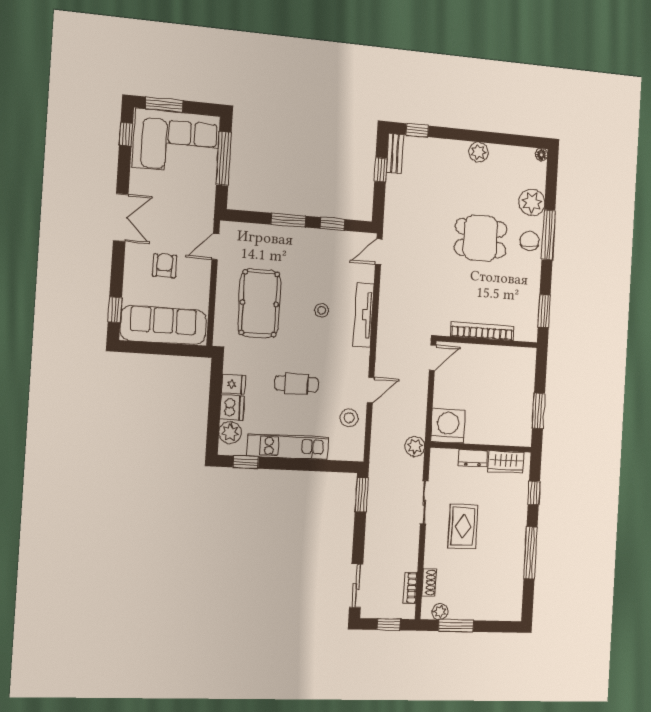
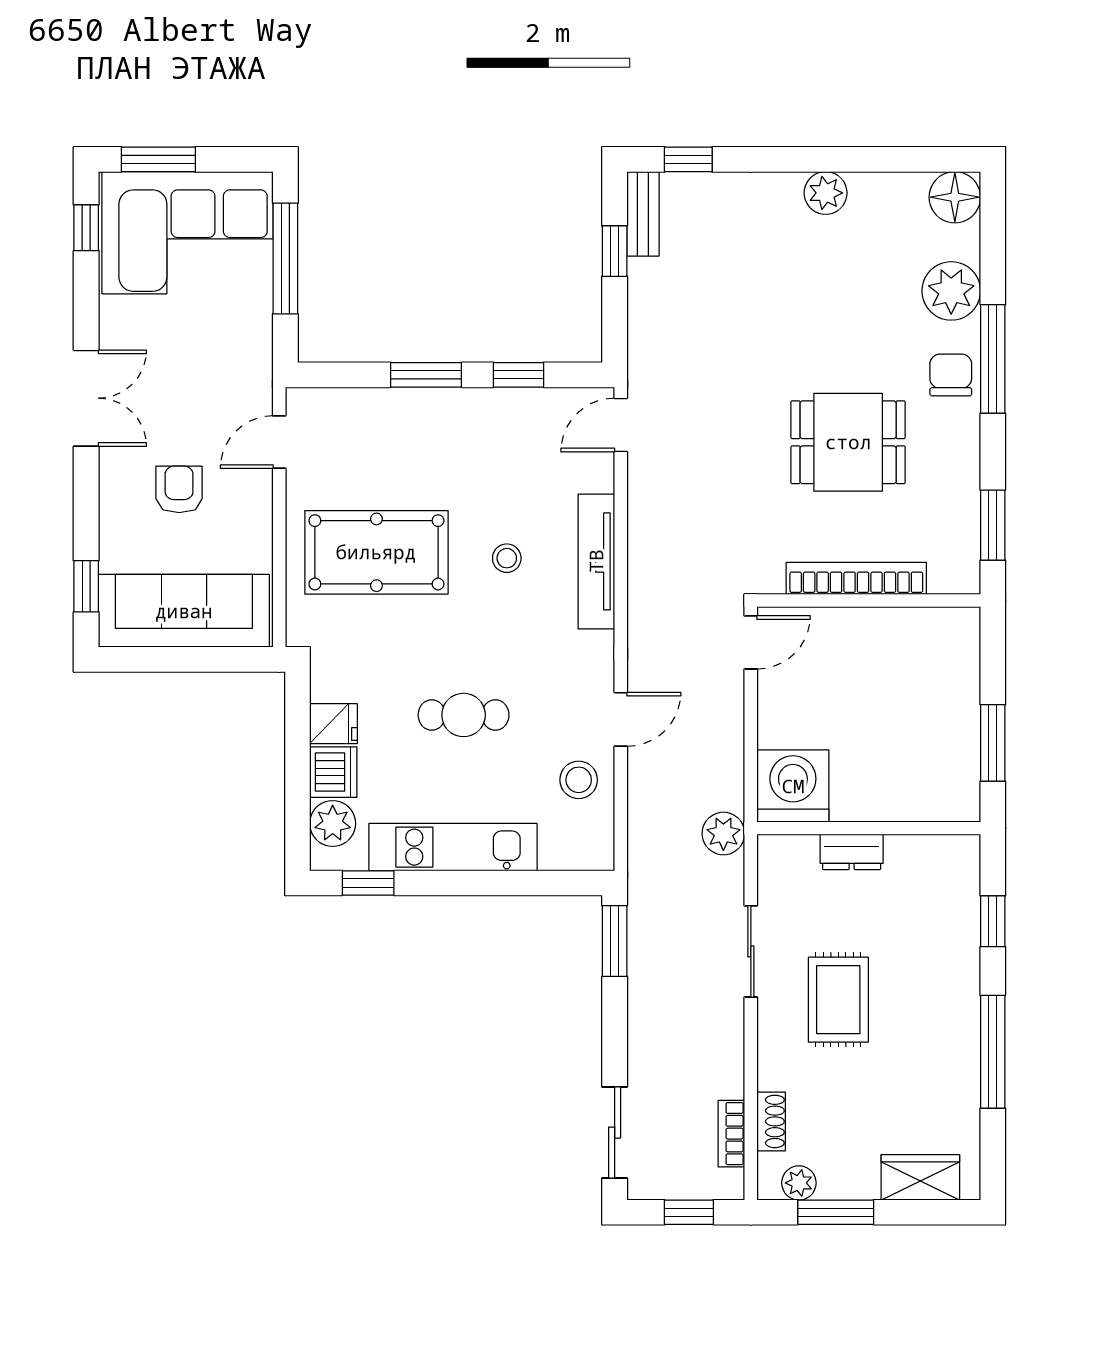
floor lamp: (541, 155) -> (955, 197), width x1.89, depth x1.89
dining table: (481, 238) -> (848, 442), moved
pool table: (259, 303) -> (376, 552), turned 90
wardrobe: (506, 462) -> (920, 1177), moved, turned 180

